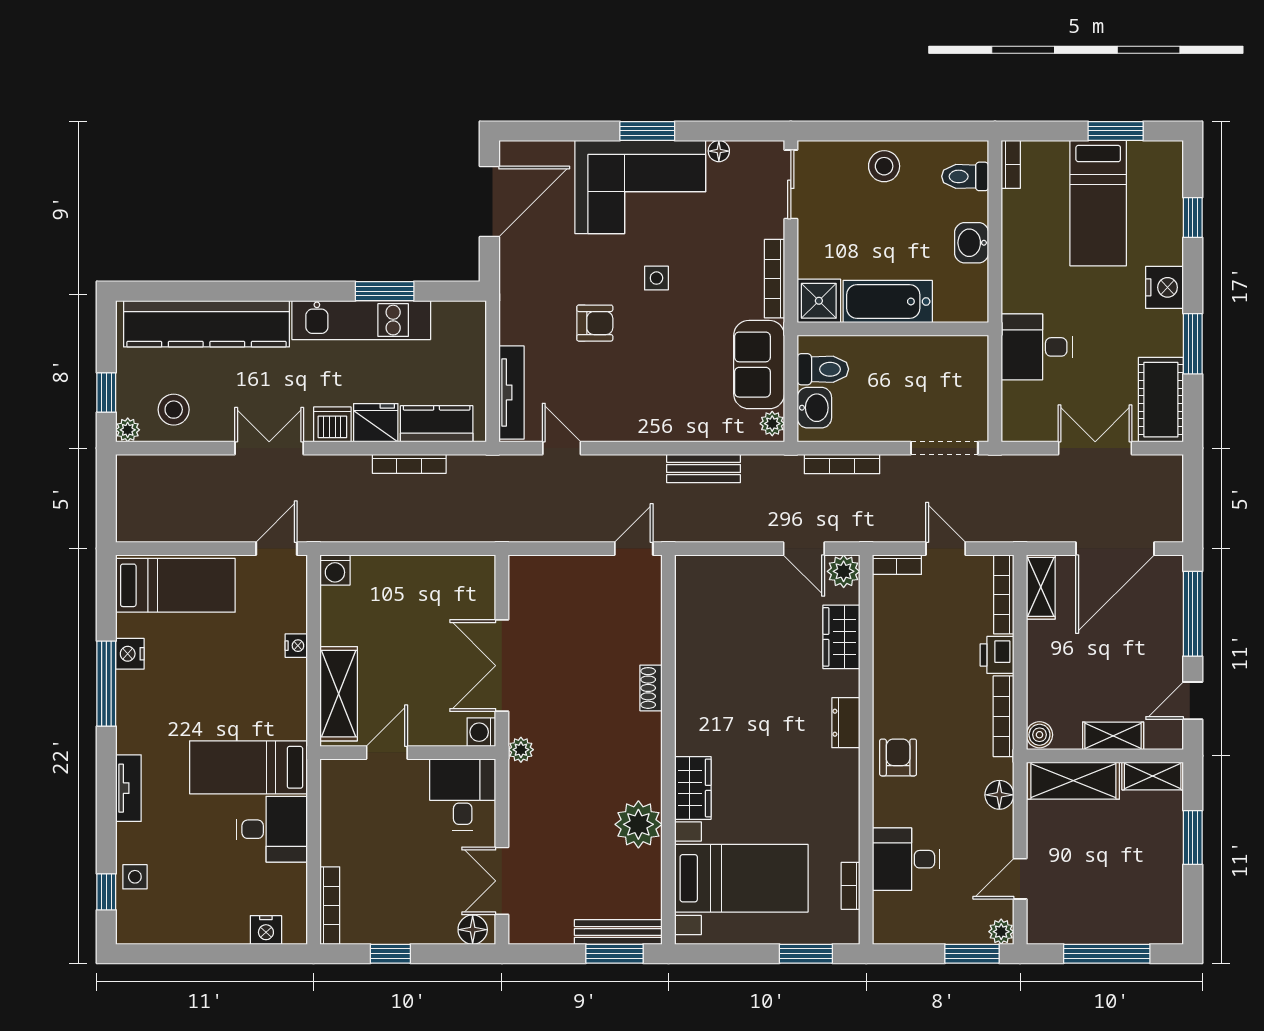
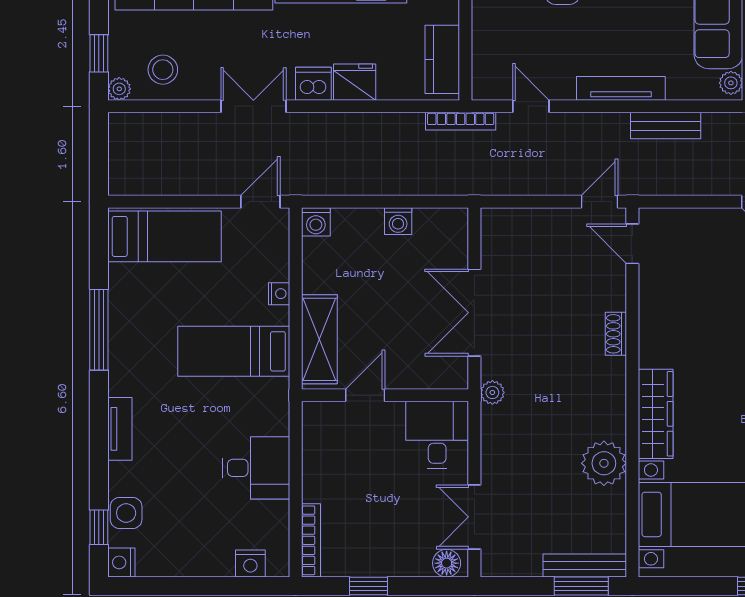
tv unit: (511, 393) -> (621, 88), moved, turned -90
kitchen counter: (437, 424) -> (442, 59), moved, turned -90
bookcase: (409, 464) -> (461, 121), moved
door: (668, 593) -> (632, 244), added
nightstand: (130, 654) -> (121, 562), moved
washing machine: (481, 732) -> (398, 221), moved, turned -90
bed: (248, 767) -> (234, 351), moved
wardrobe: (693, 788) -> (656, 414), width x1.50
side table: (135, 877) -> (126, 513), width x1.37, depth x1.37

